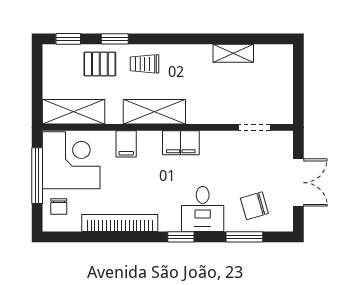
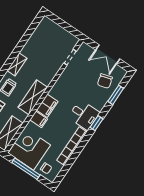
shelving: (233, 53) -> (17, 64), moved
filing cabinet: (181, 143) -> (47, 106), moved
double door: (298, 183) -> (108, 54), swing flipped
desk: (203, 209) -> (84, 115), moved

